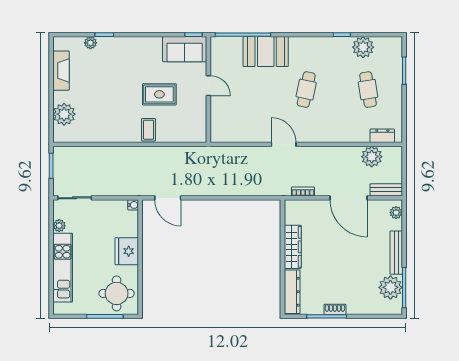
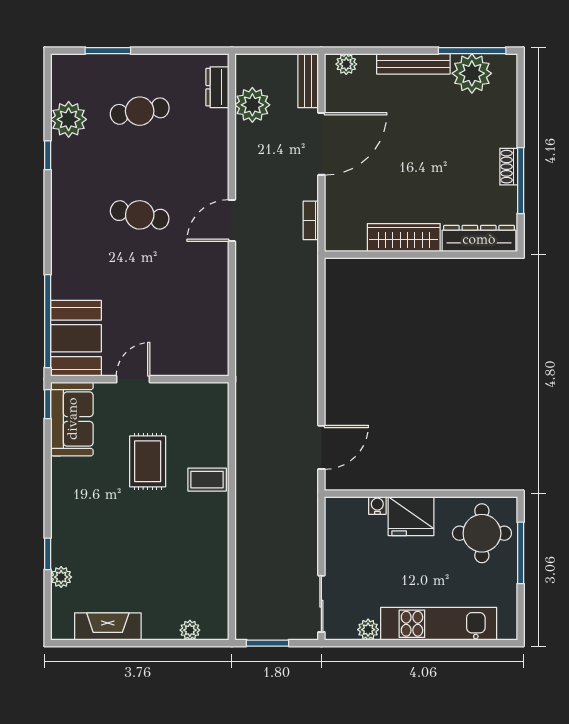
booth: (266, 52) -> (76, 338), moved
plant: (64, 114) -> (190, 630), width x0.53, depth x0.53
door: (284, 144) -> (232, 220), moved
water cooler: (133, 205) -> (377, 505), moved

